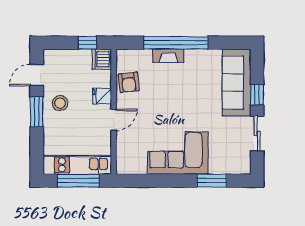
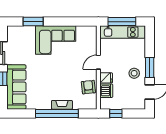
dishwasher: (102, 59) -> (106, 91), moved

